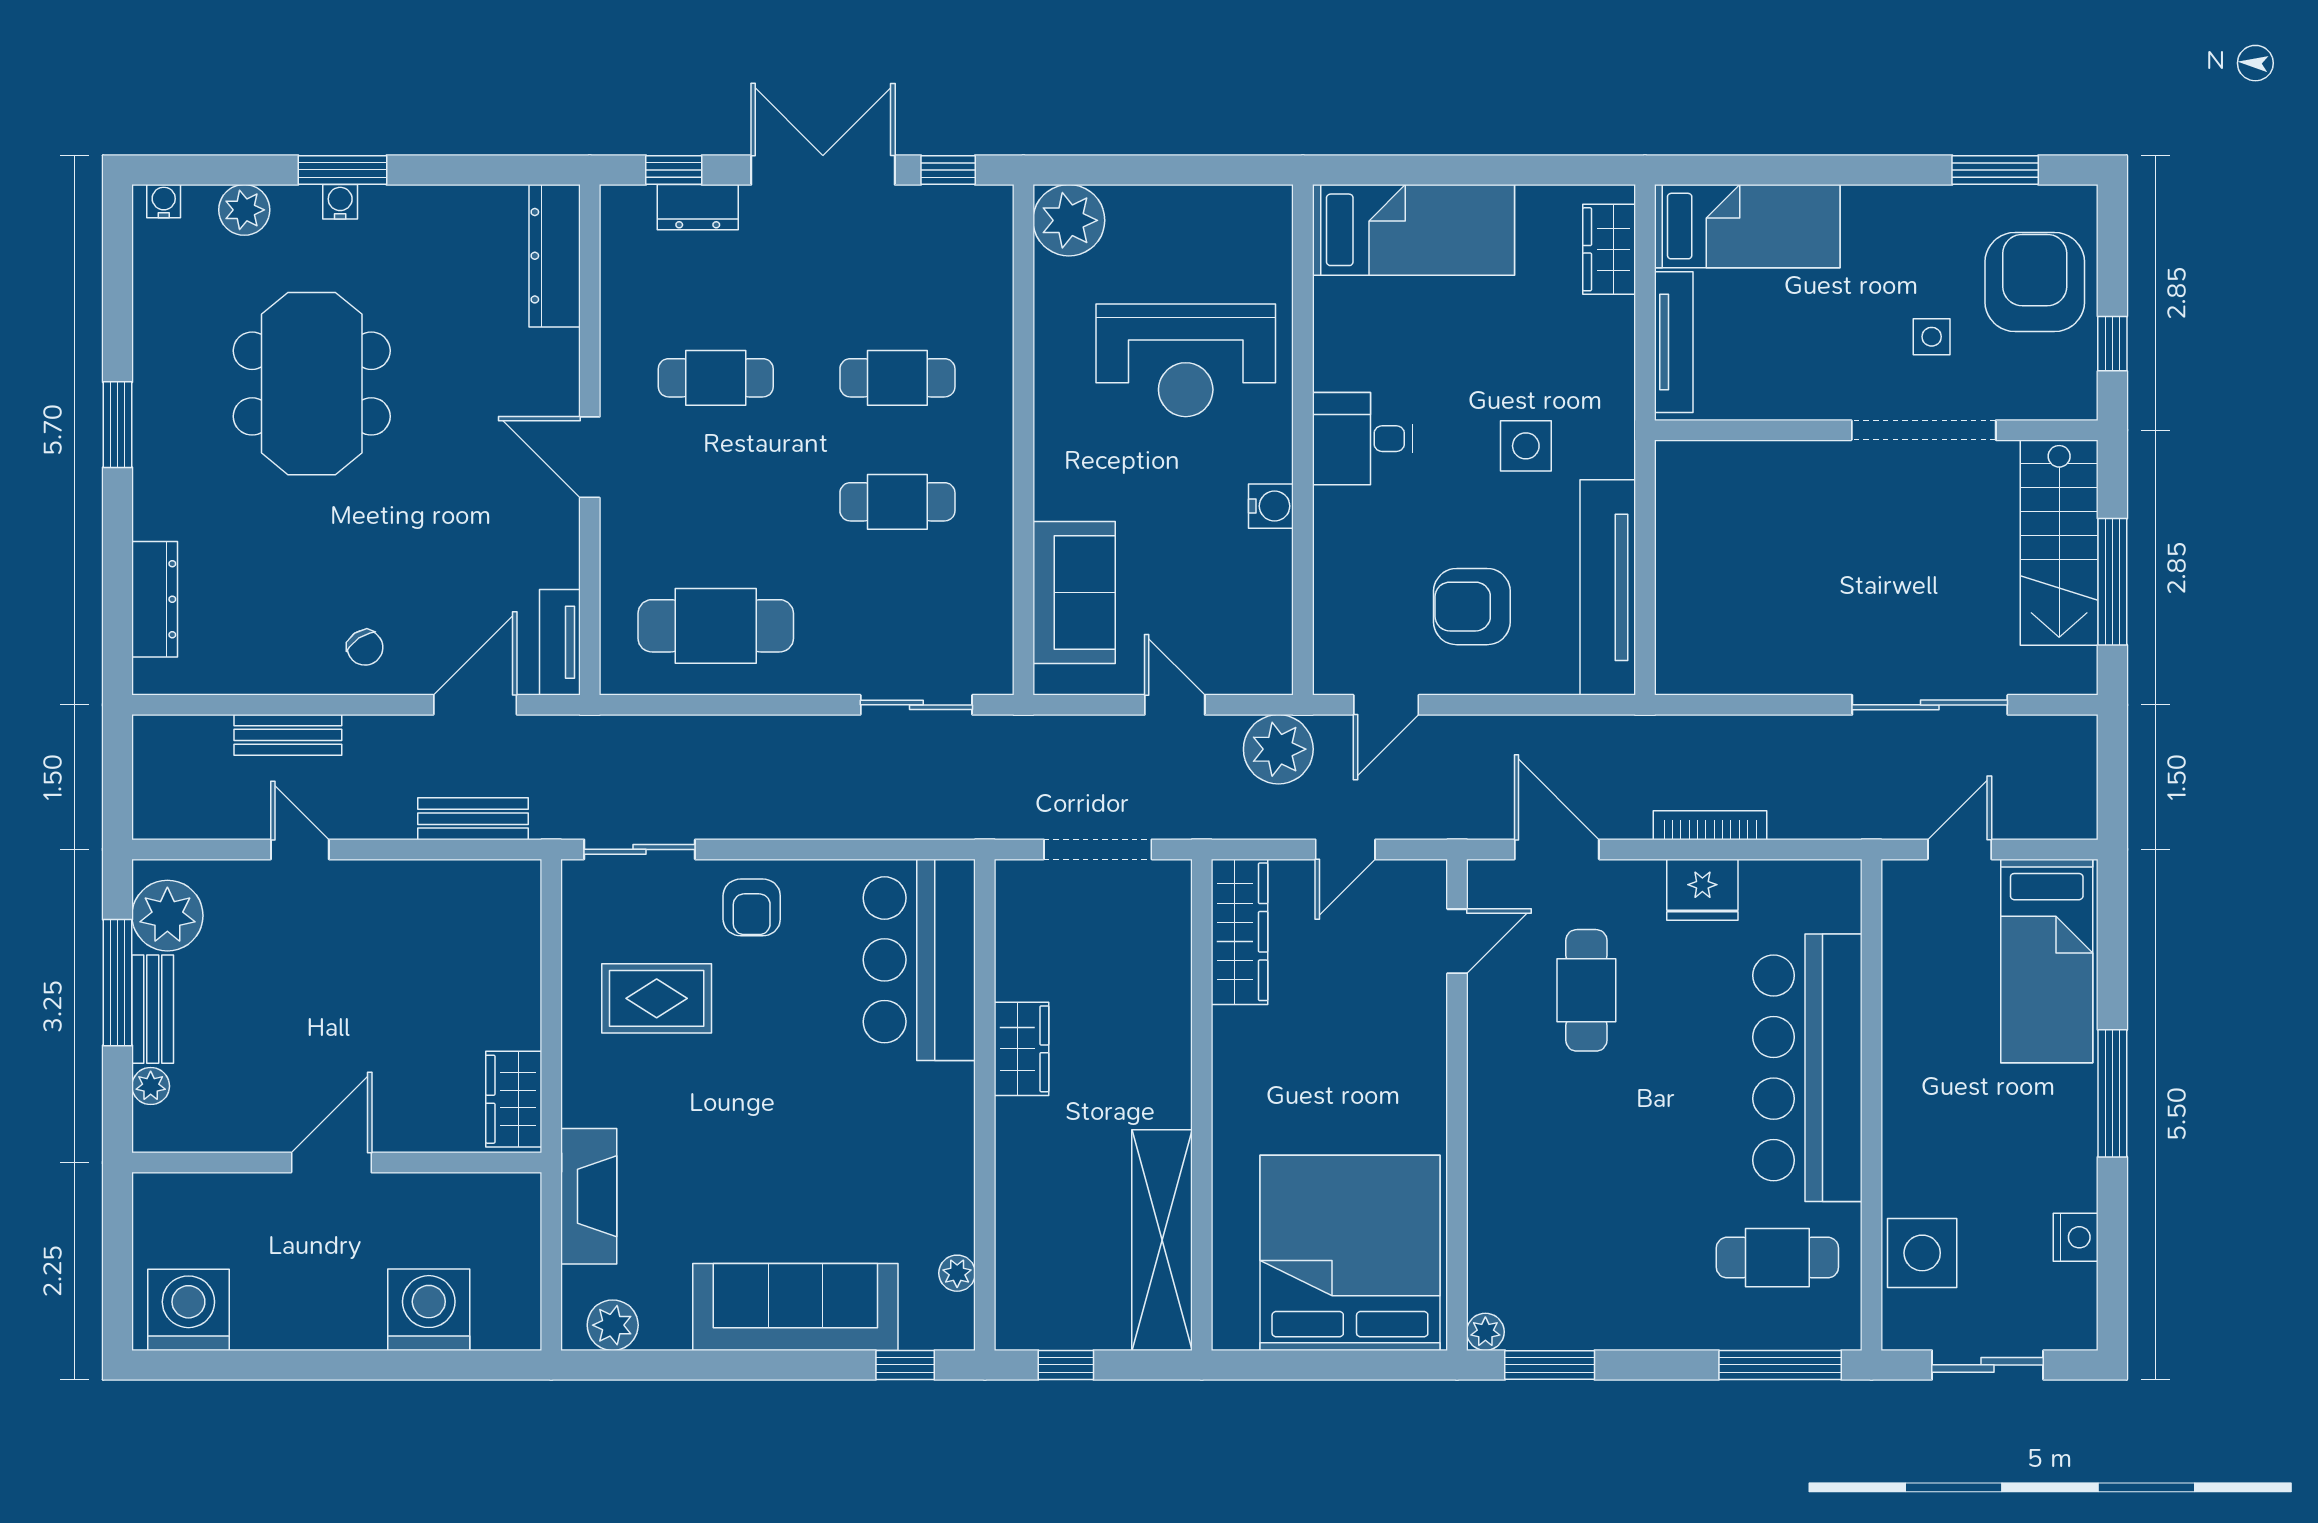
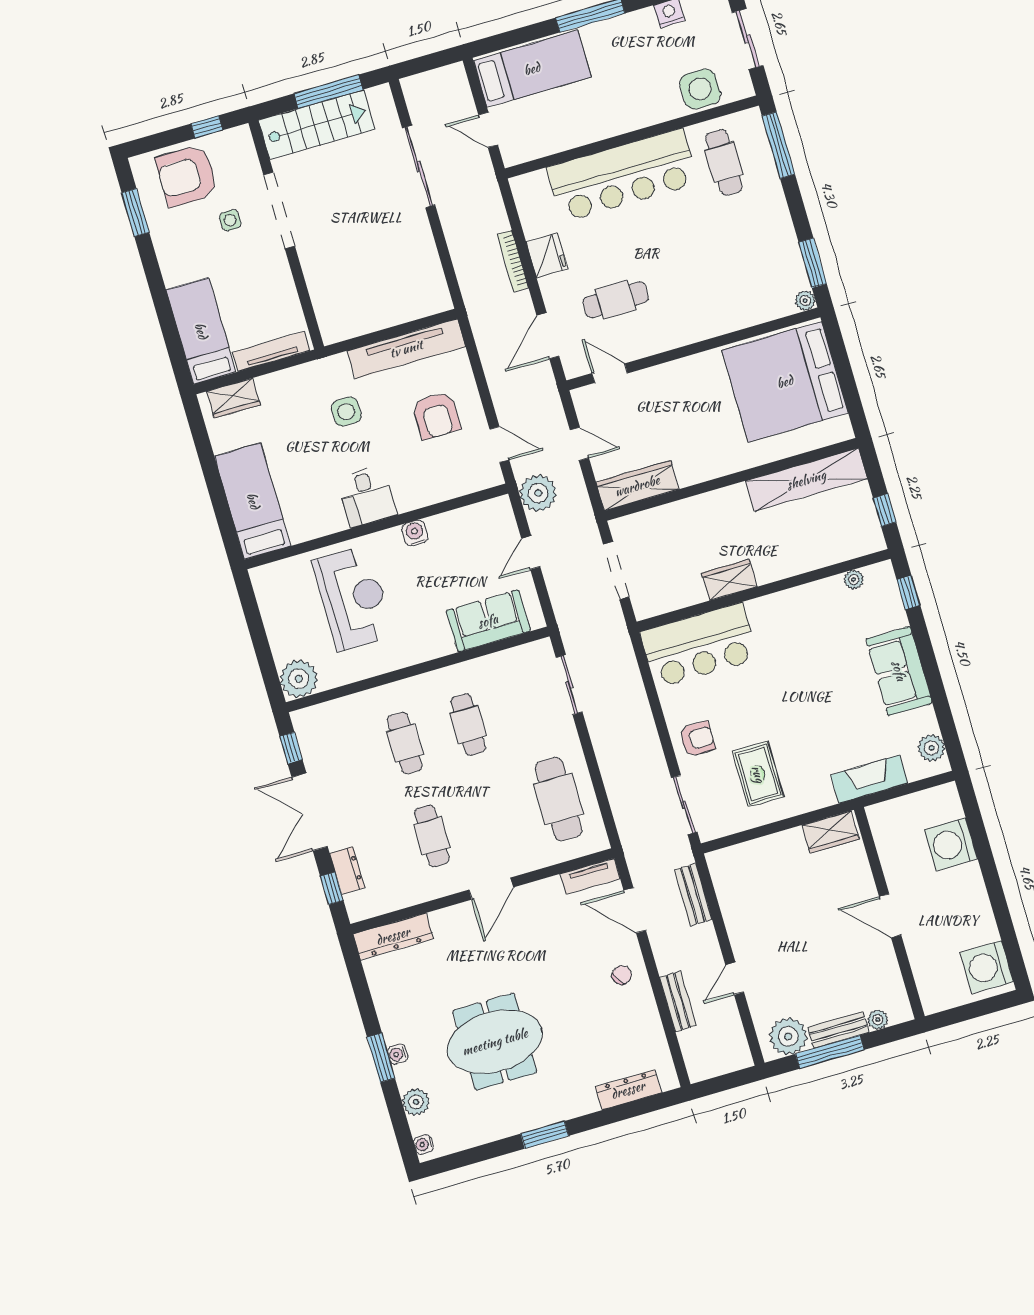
sofa: (795, 1307) -> (899, 671), width x0.73

